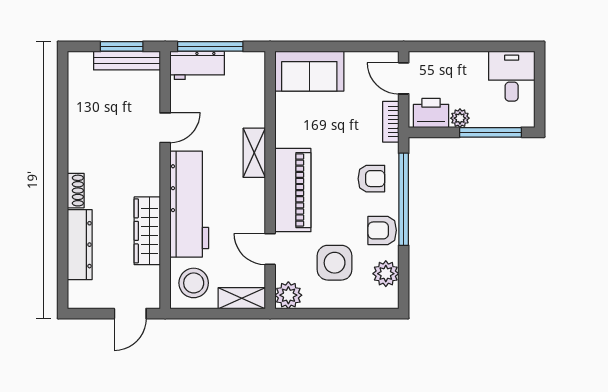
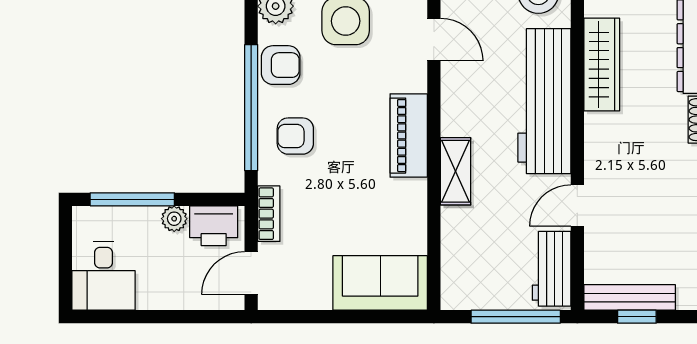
window: (122, 46) -> (637, 317), width x0.67
workbench: (197, 65) -> (552, 269), moved, turned -90
door: (404, 78) -> (251, 273), swing flipped
piano: (293, 190) -> (409, 136), width x0.73, depth x0.75

